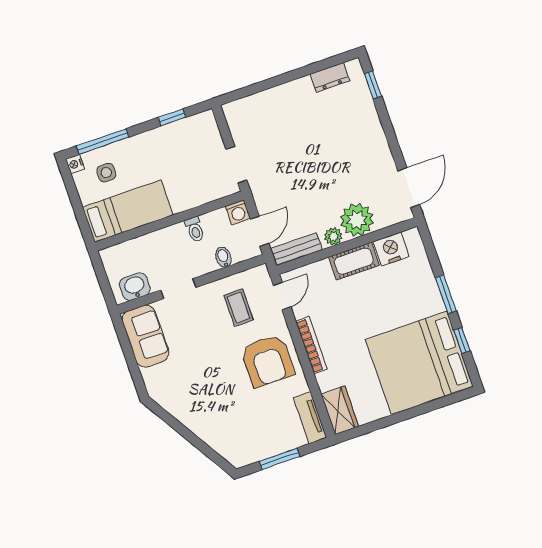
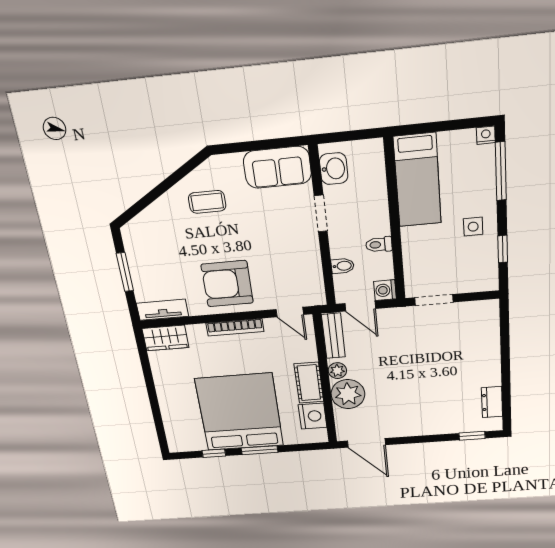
side table: (106, 173) -> (473, 227), moved
coffee table: (239, 308) -> (207, 202), moved
bed: (419, 363) -> (240, 412), moved

